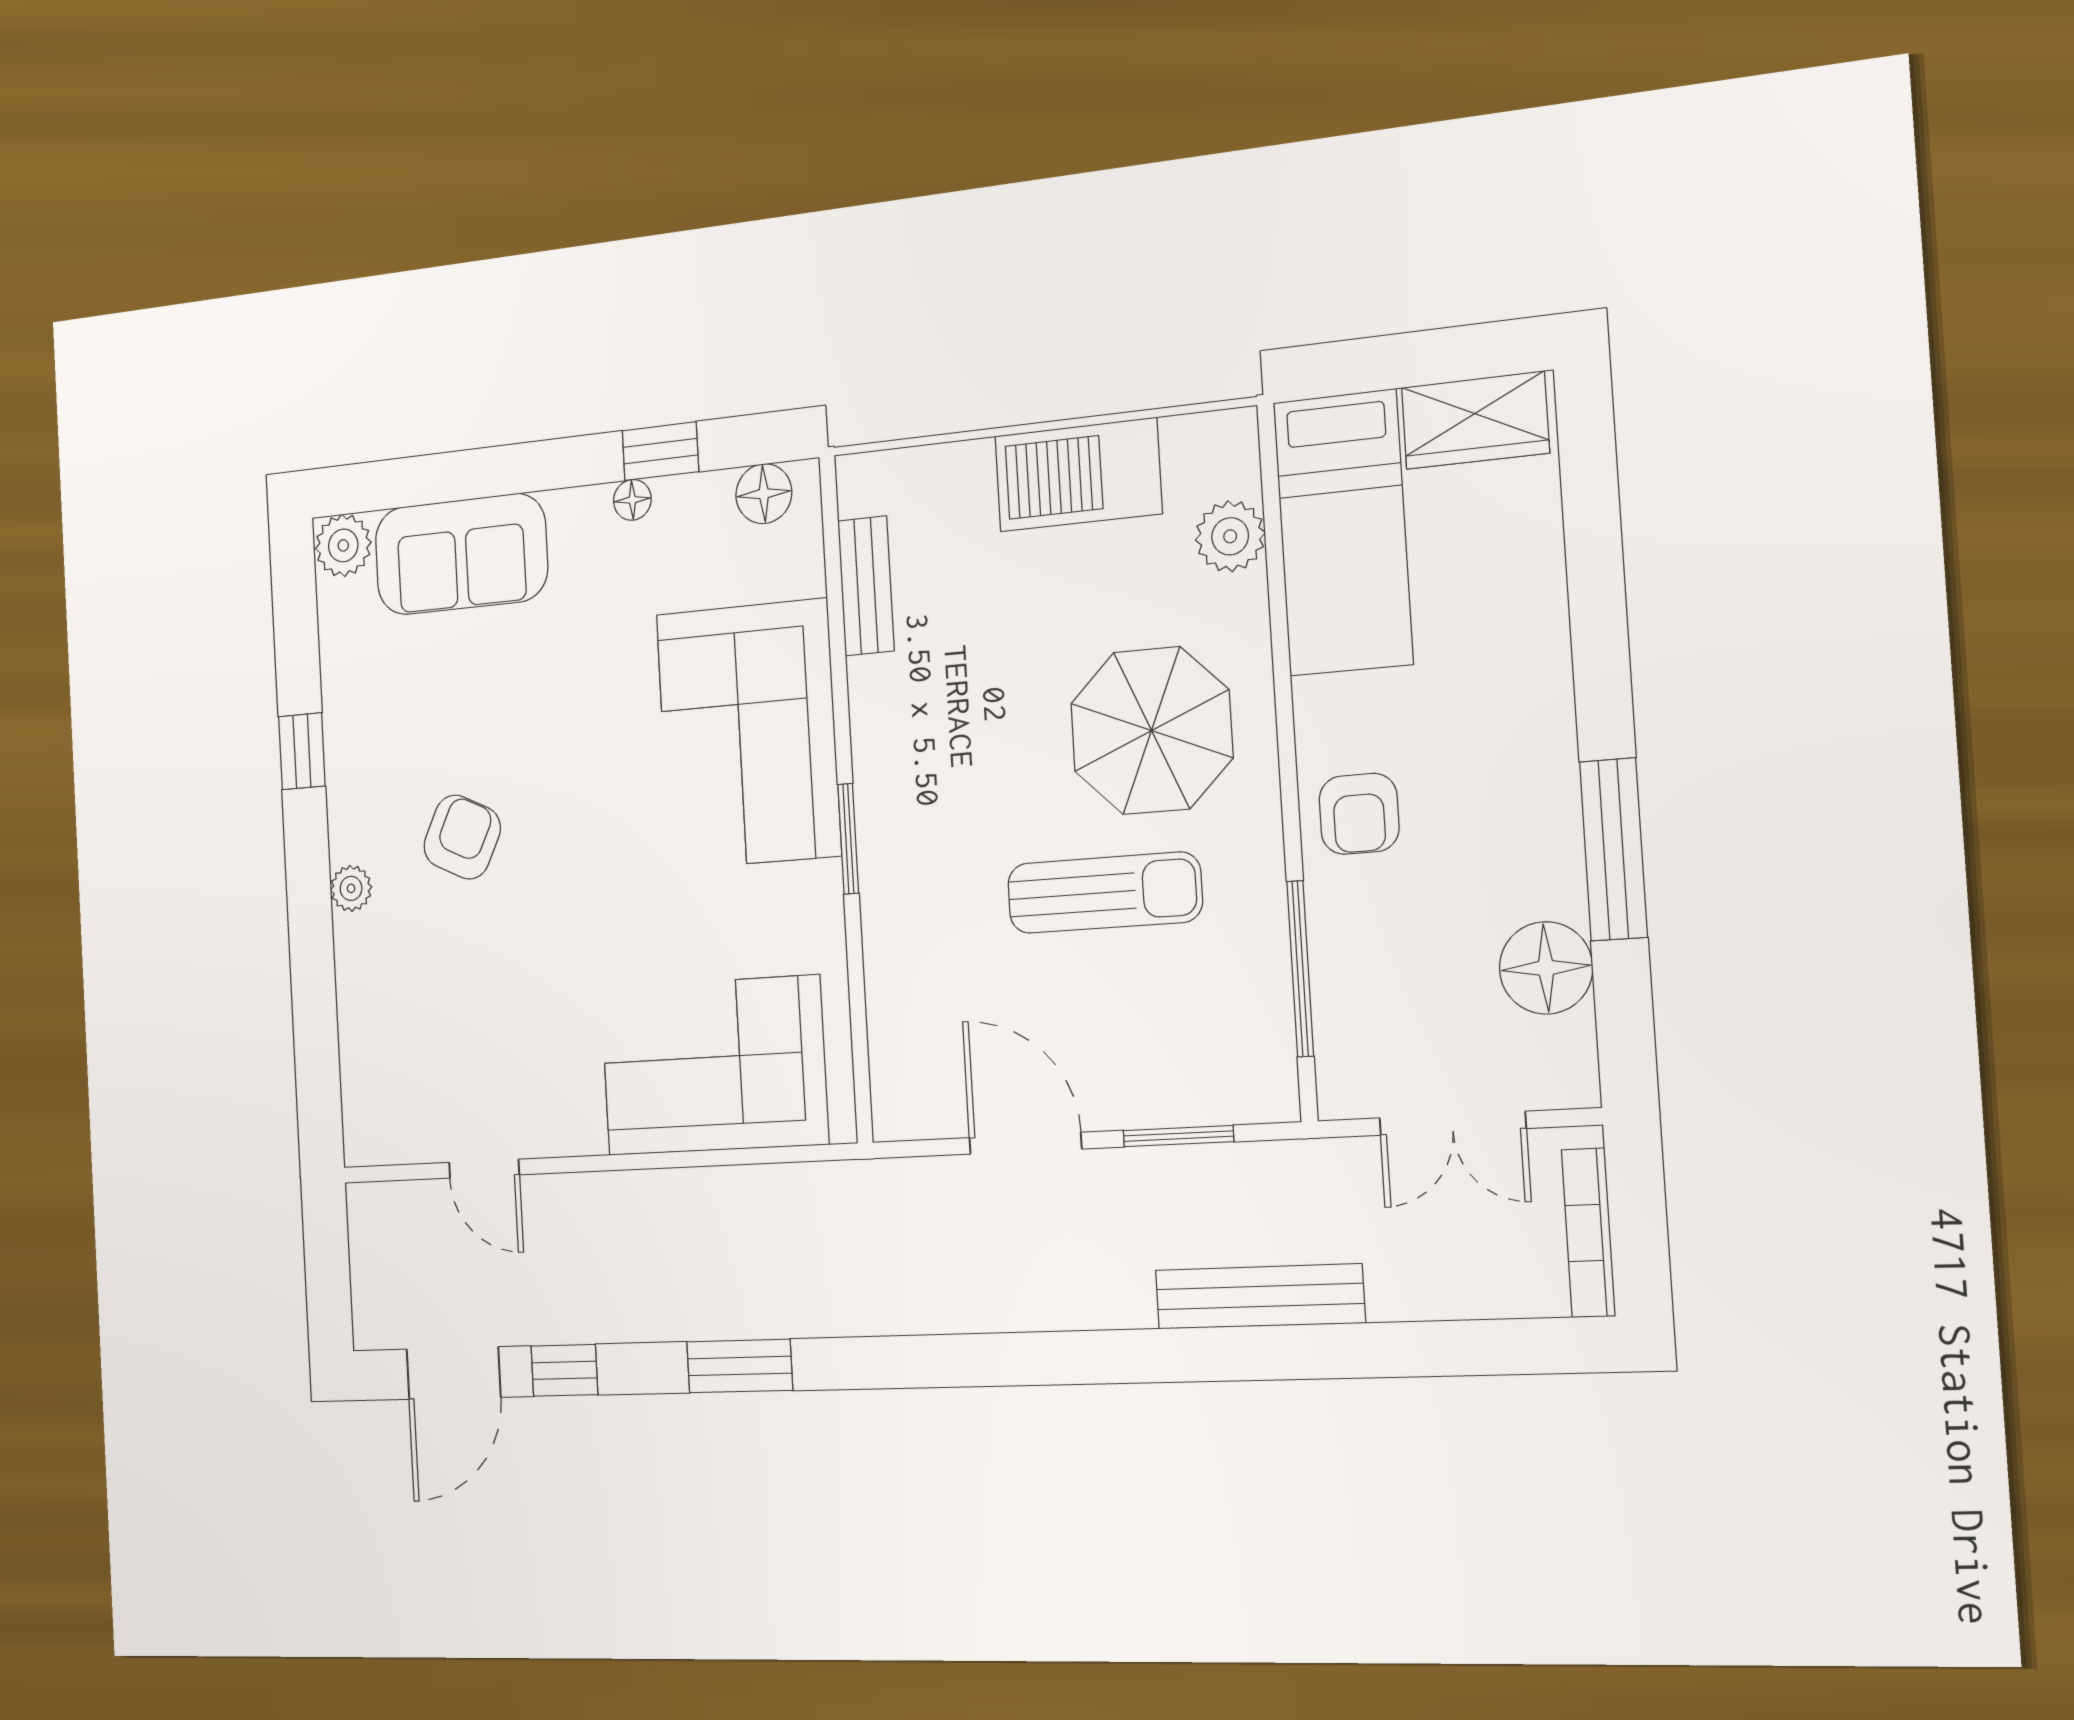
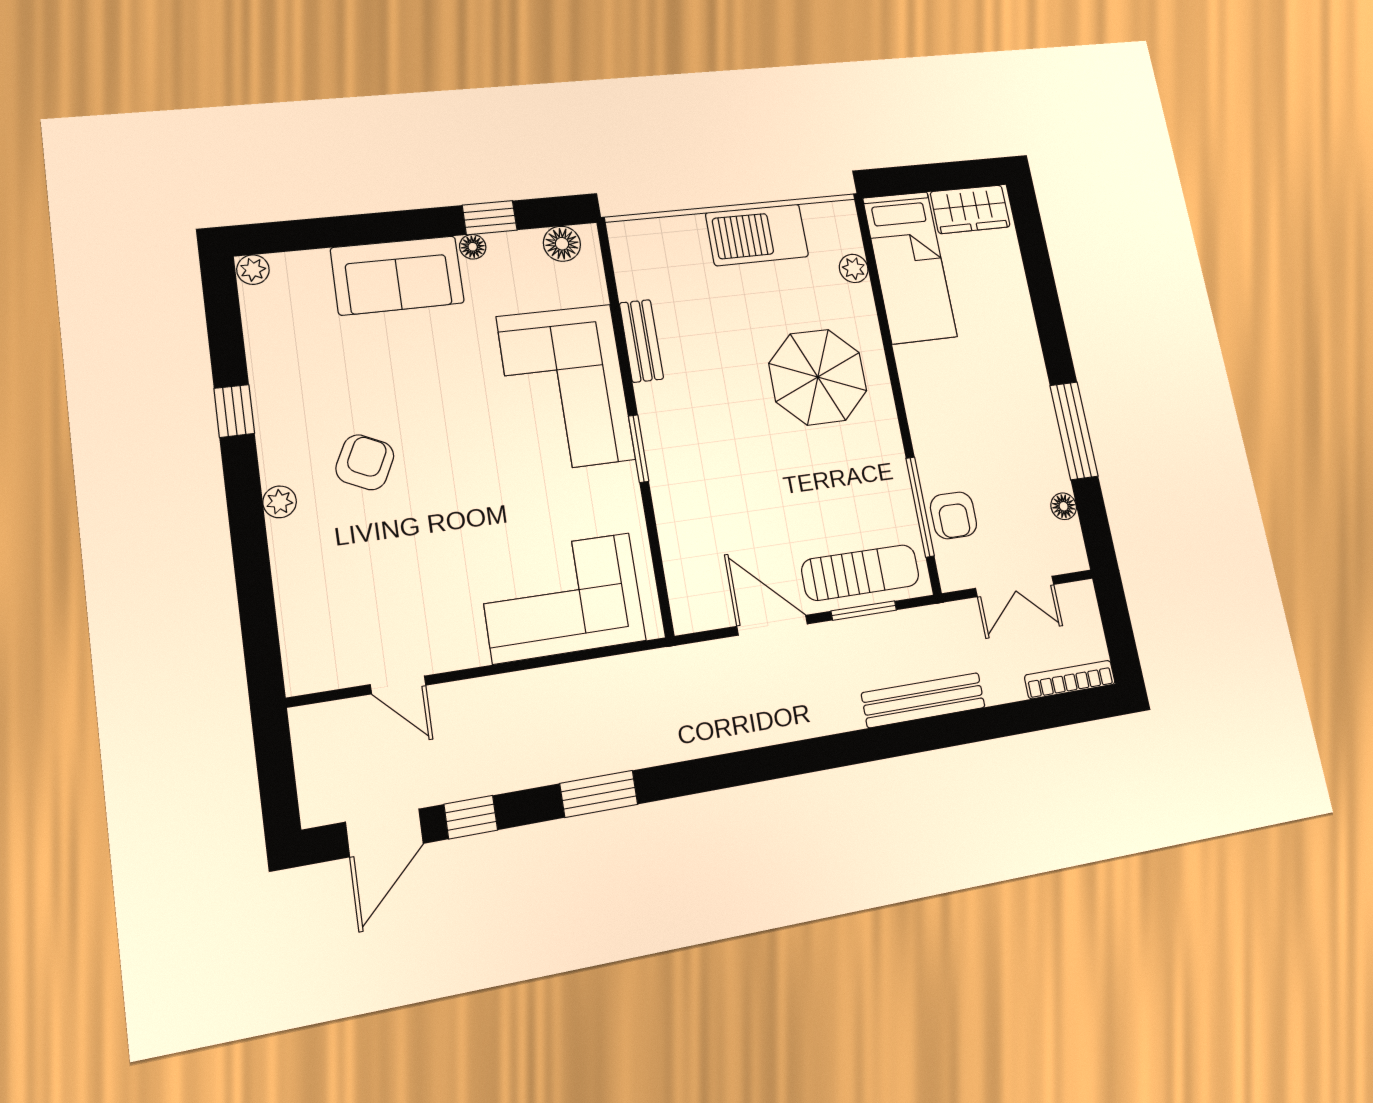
plant: (1230, 536) -> (854, 268), width x0.73, depth x0.73
plant: (343, 545) -> (253, 270), width x0.73, depth x0.73
sofa: (461, 554) -> (397, 275), moved
bench: (866, 586) -> (641, 341), moved
armchair: (1359, 814) -> (953, 515), moved
sun lounger: (1105, 893) -> (860, 573), moved
floor lamp: (1546, 968) -> (1064, 506), width x0.53, depth x0.53
bookcase: (1588, 1233) -> (1070, 680), moved, turned 90

